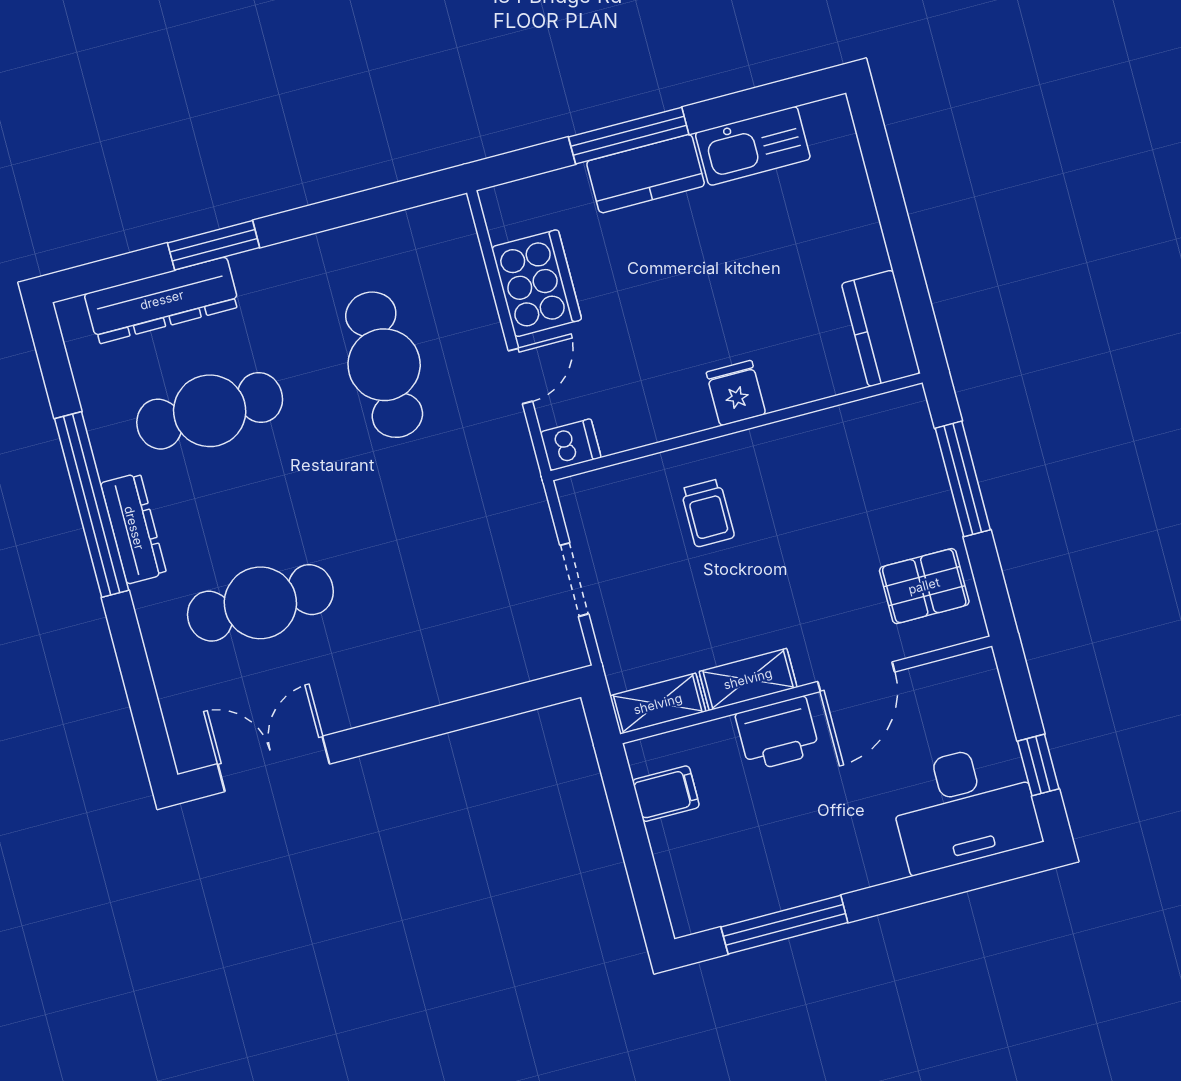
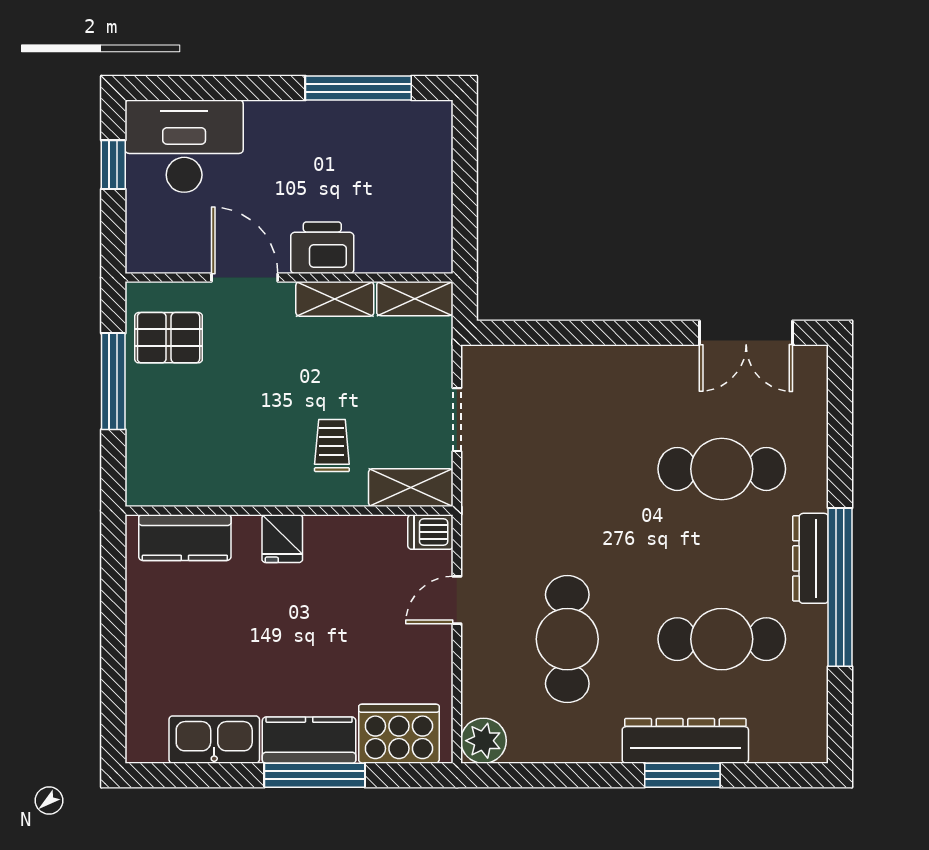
plant: (448, 225) -> (484, 741), added
cooker: (536, 283) -> (399, 734), moved, turned 90
dresser: (162, 300) -> (685, 741), moved
kitchen counter: (881, 328) -> (185, 538), moved, turned 90
window: (963, 479) -> (113, 381), moved
shelving: (606, 489) -> (411, 488), added
door: (856, 677) -> (245, 278), hinge flipped
filing cabinet: (666, 794) -> (428, 222), removed

